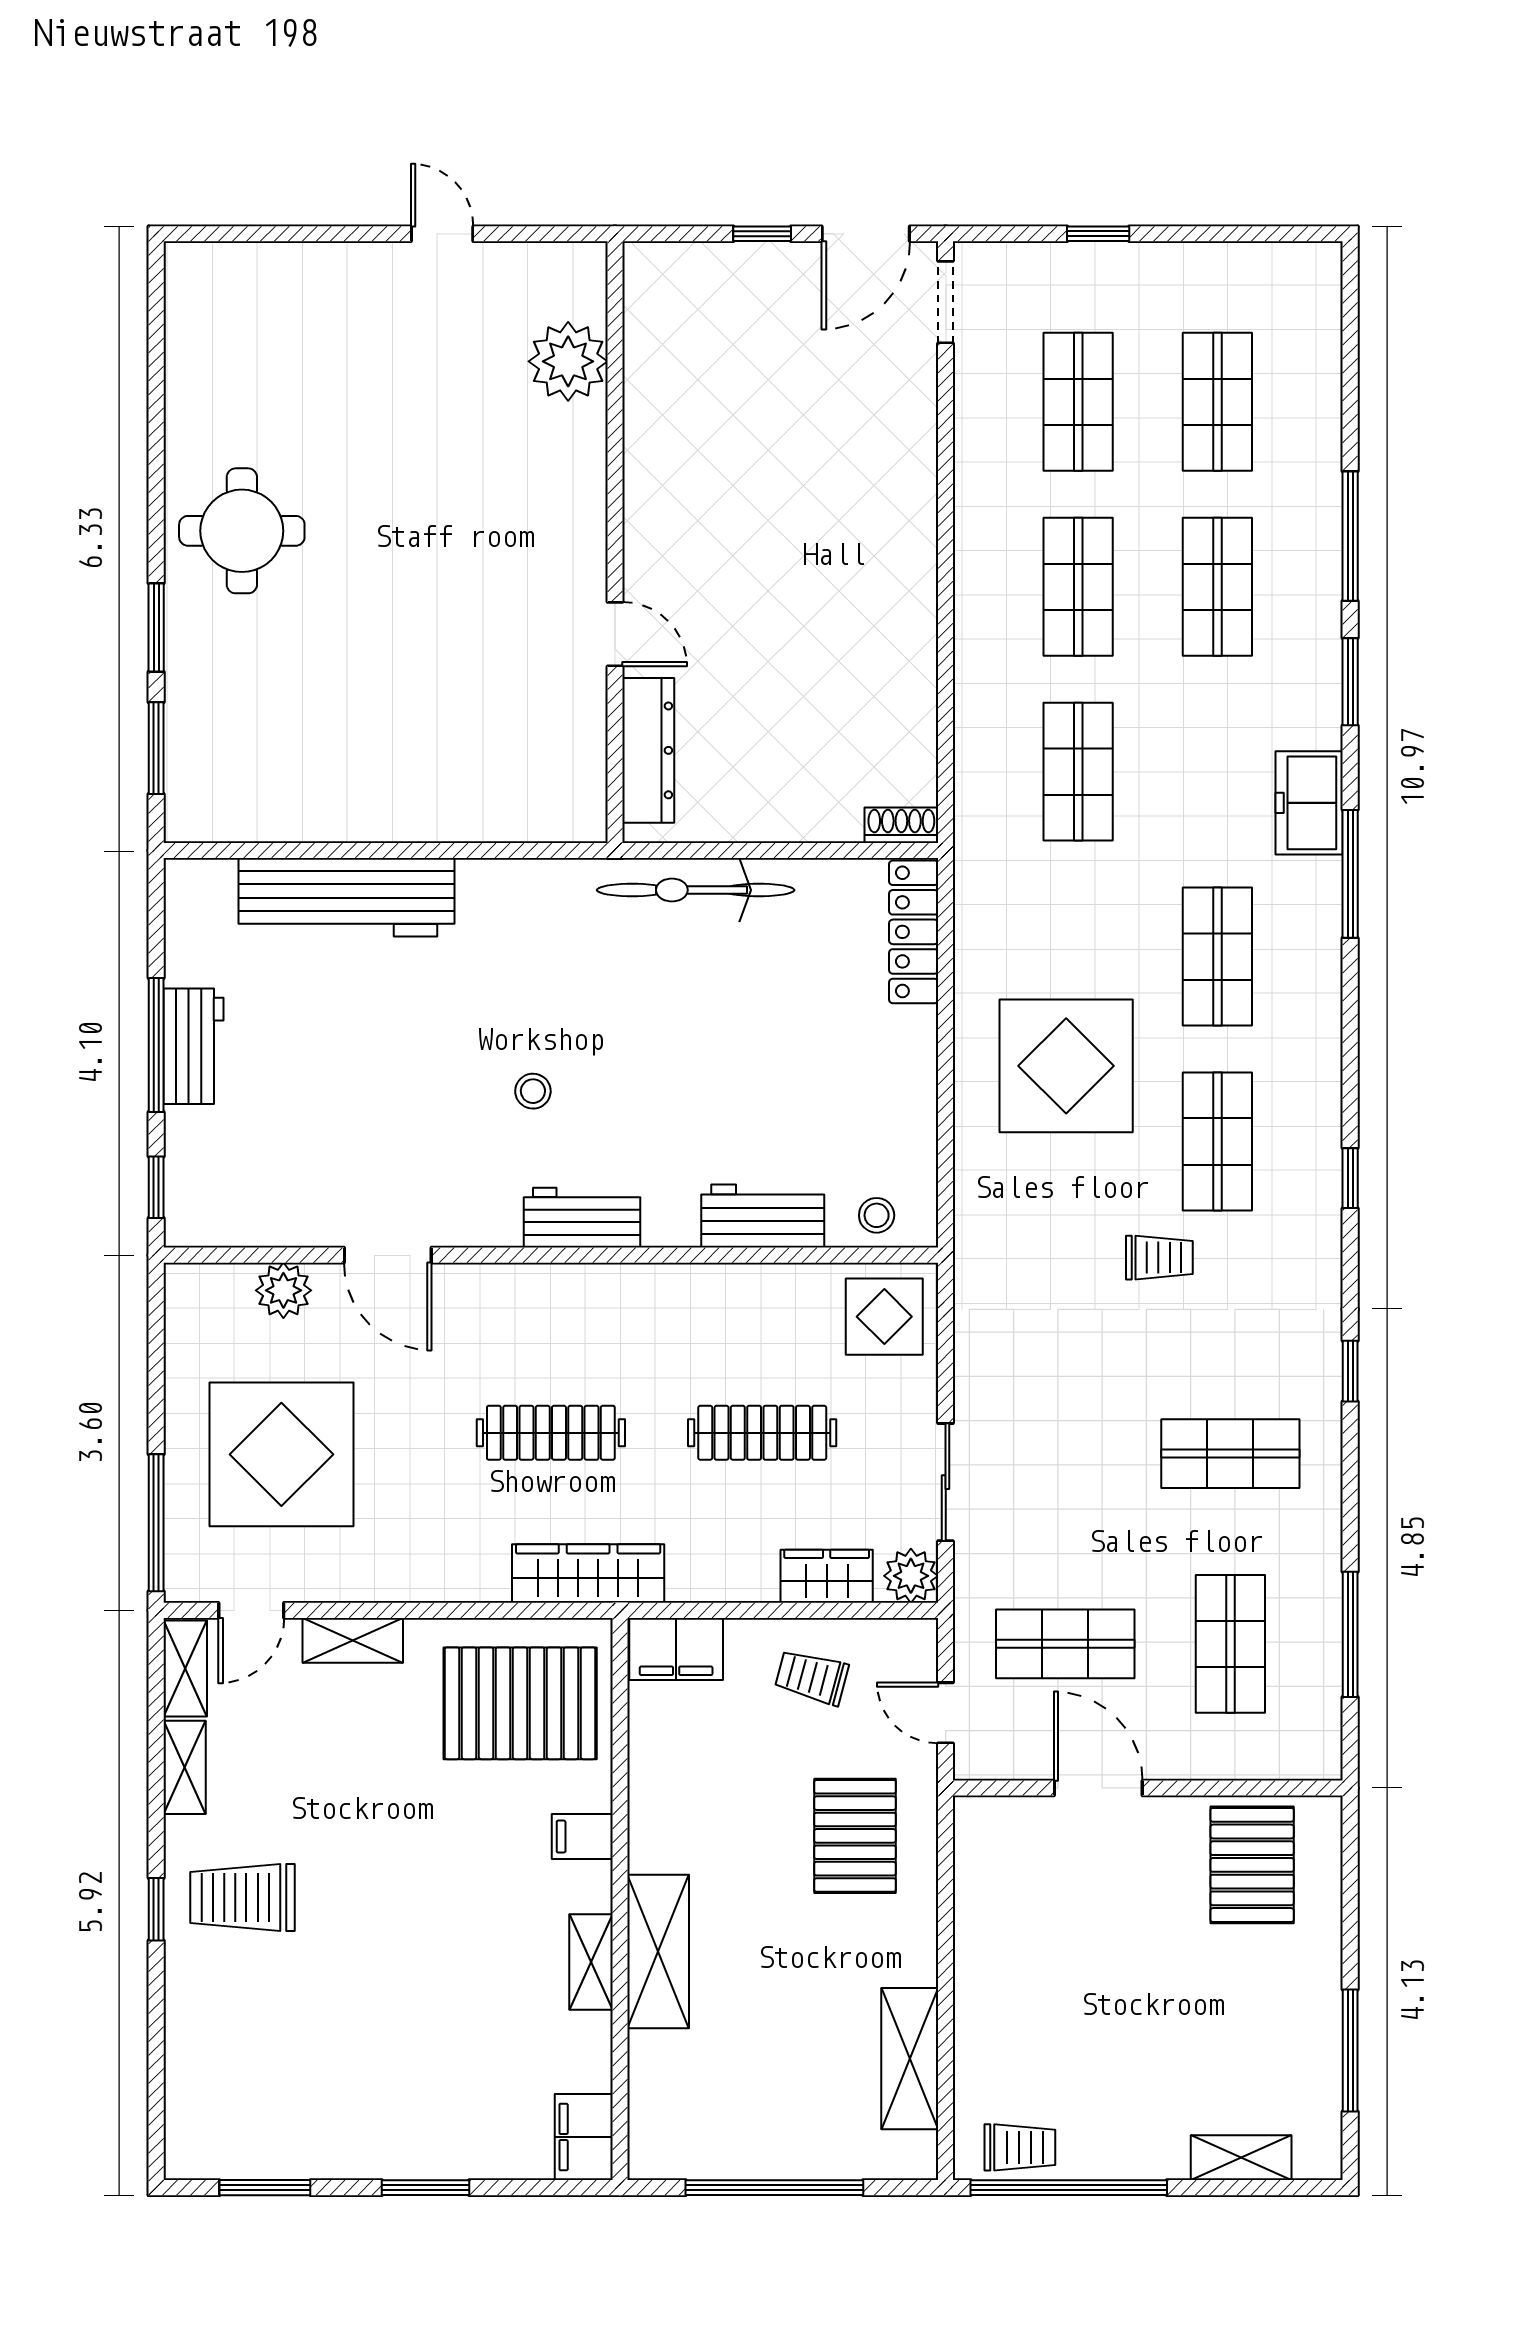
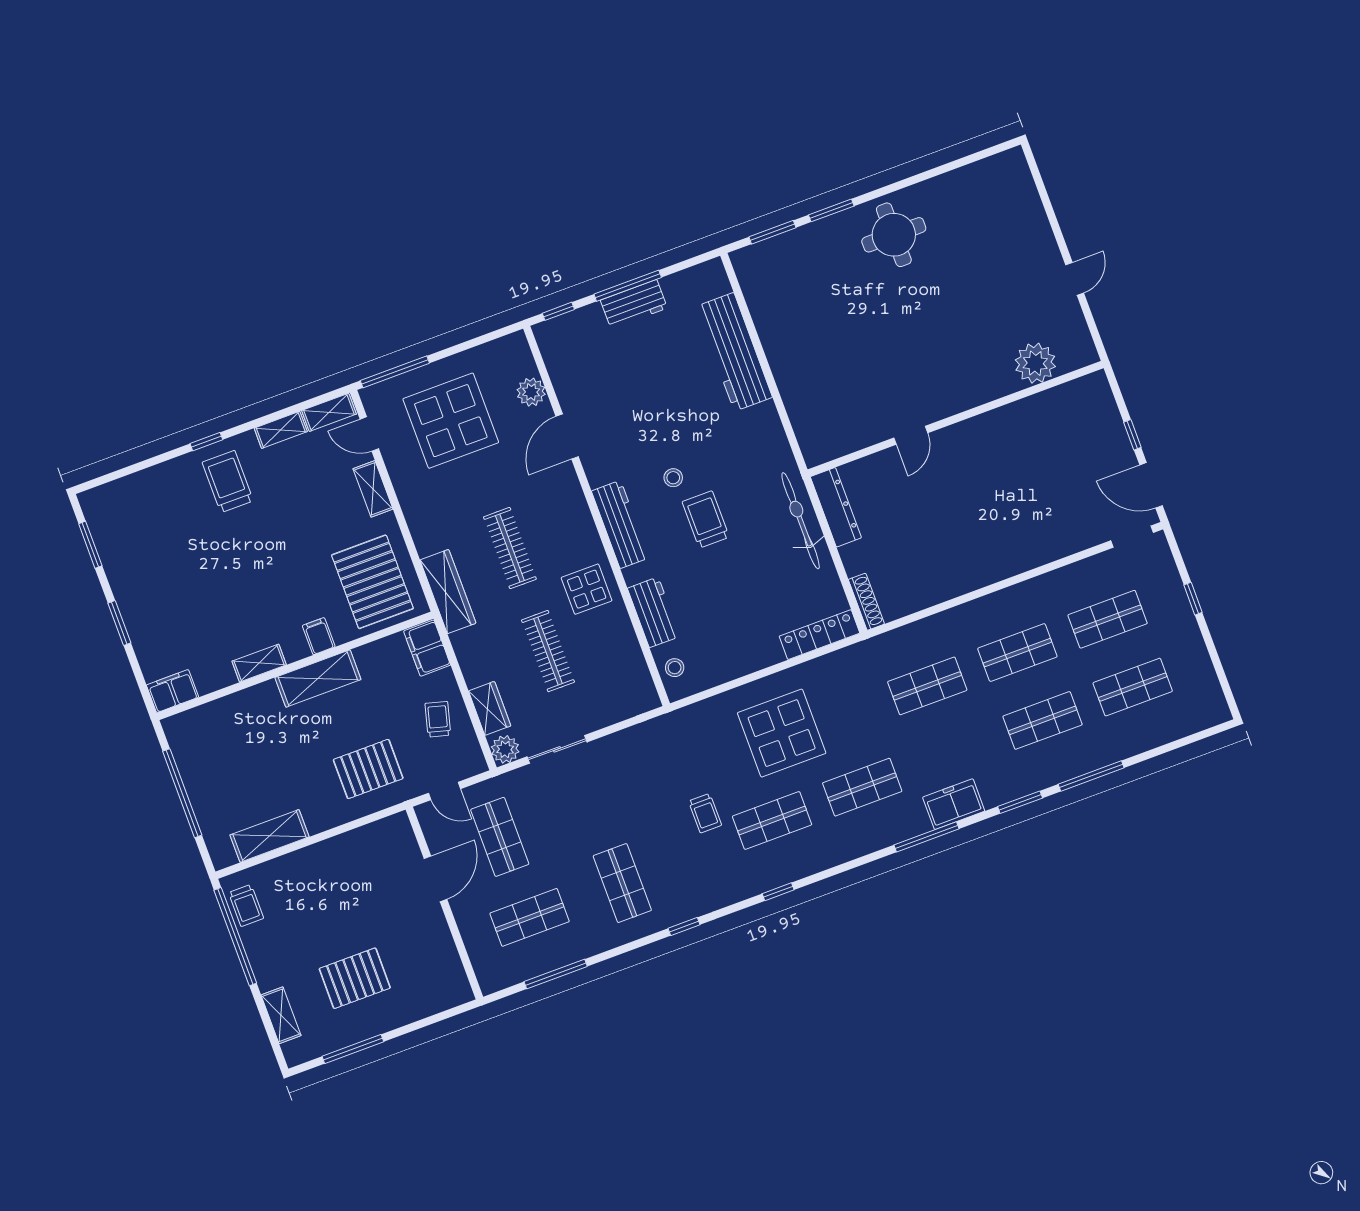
dresser: (648, 750) -> (836, 507), moved, turned -90
shoe rack: (901, 825) -> (866, 602), width x1.43
trolley: (630, 1060) -> (706, 520), added
workbench: (582, 1218) -> (620, 524), width x1.38
display table: (884, 1317) -> (587, 589), moved
door: (946, 1713) -> (445, 791), swing flipped
pallet: (1252, 1865) -> (355, 978), moved
shelving: (658, 1952) -> (318, 678), moved

